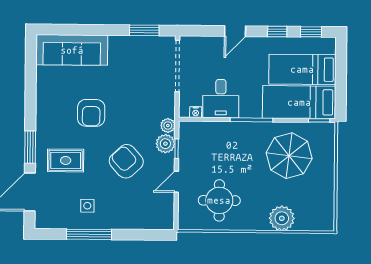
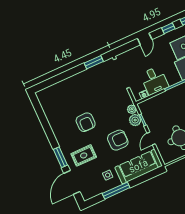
sofa: (72, 50) -> (139, 167), moved, turned 180
armchair: (126, 161) -> (118, 140), turned 132

